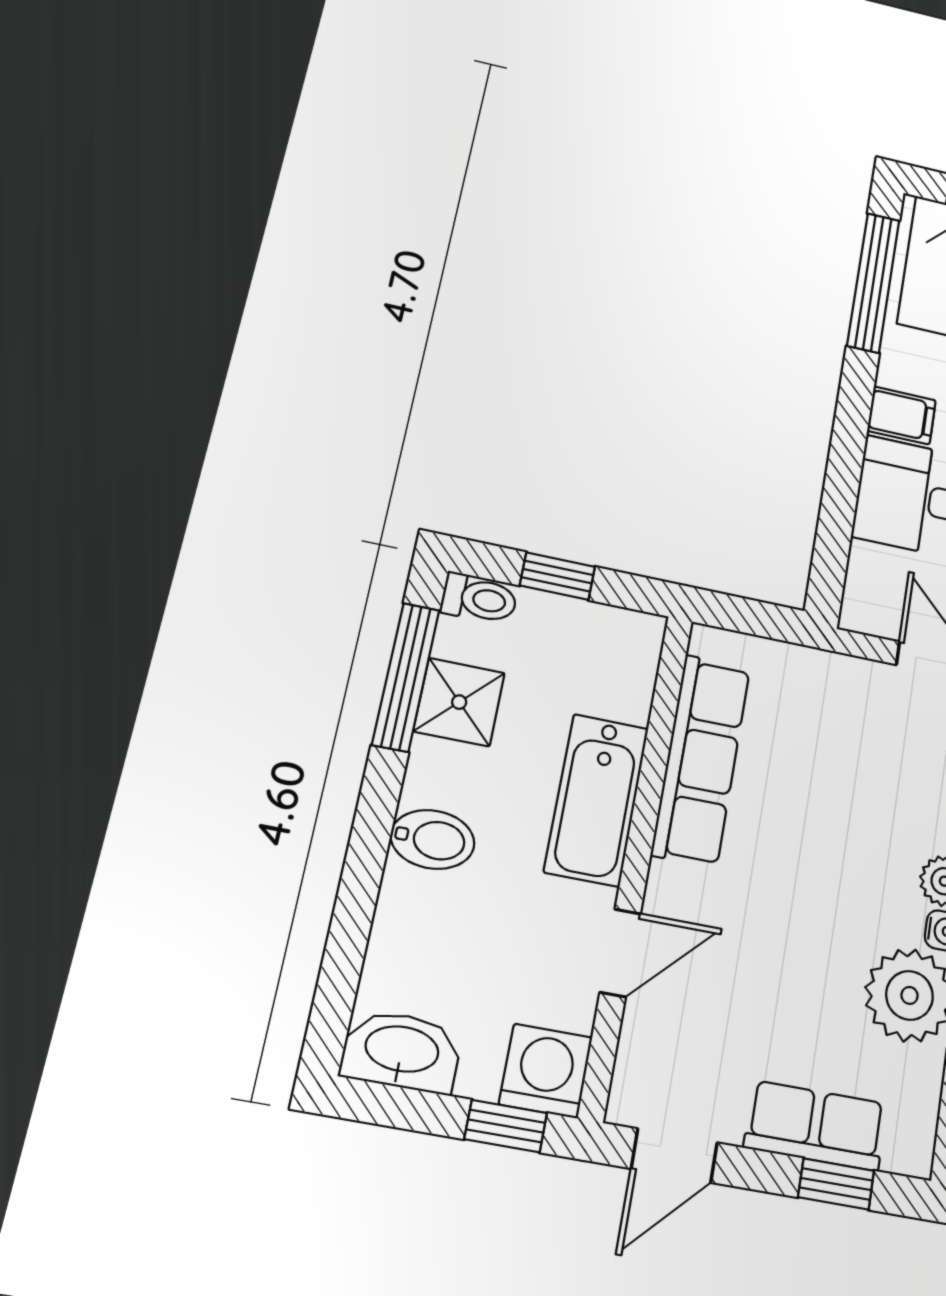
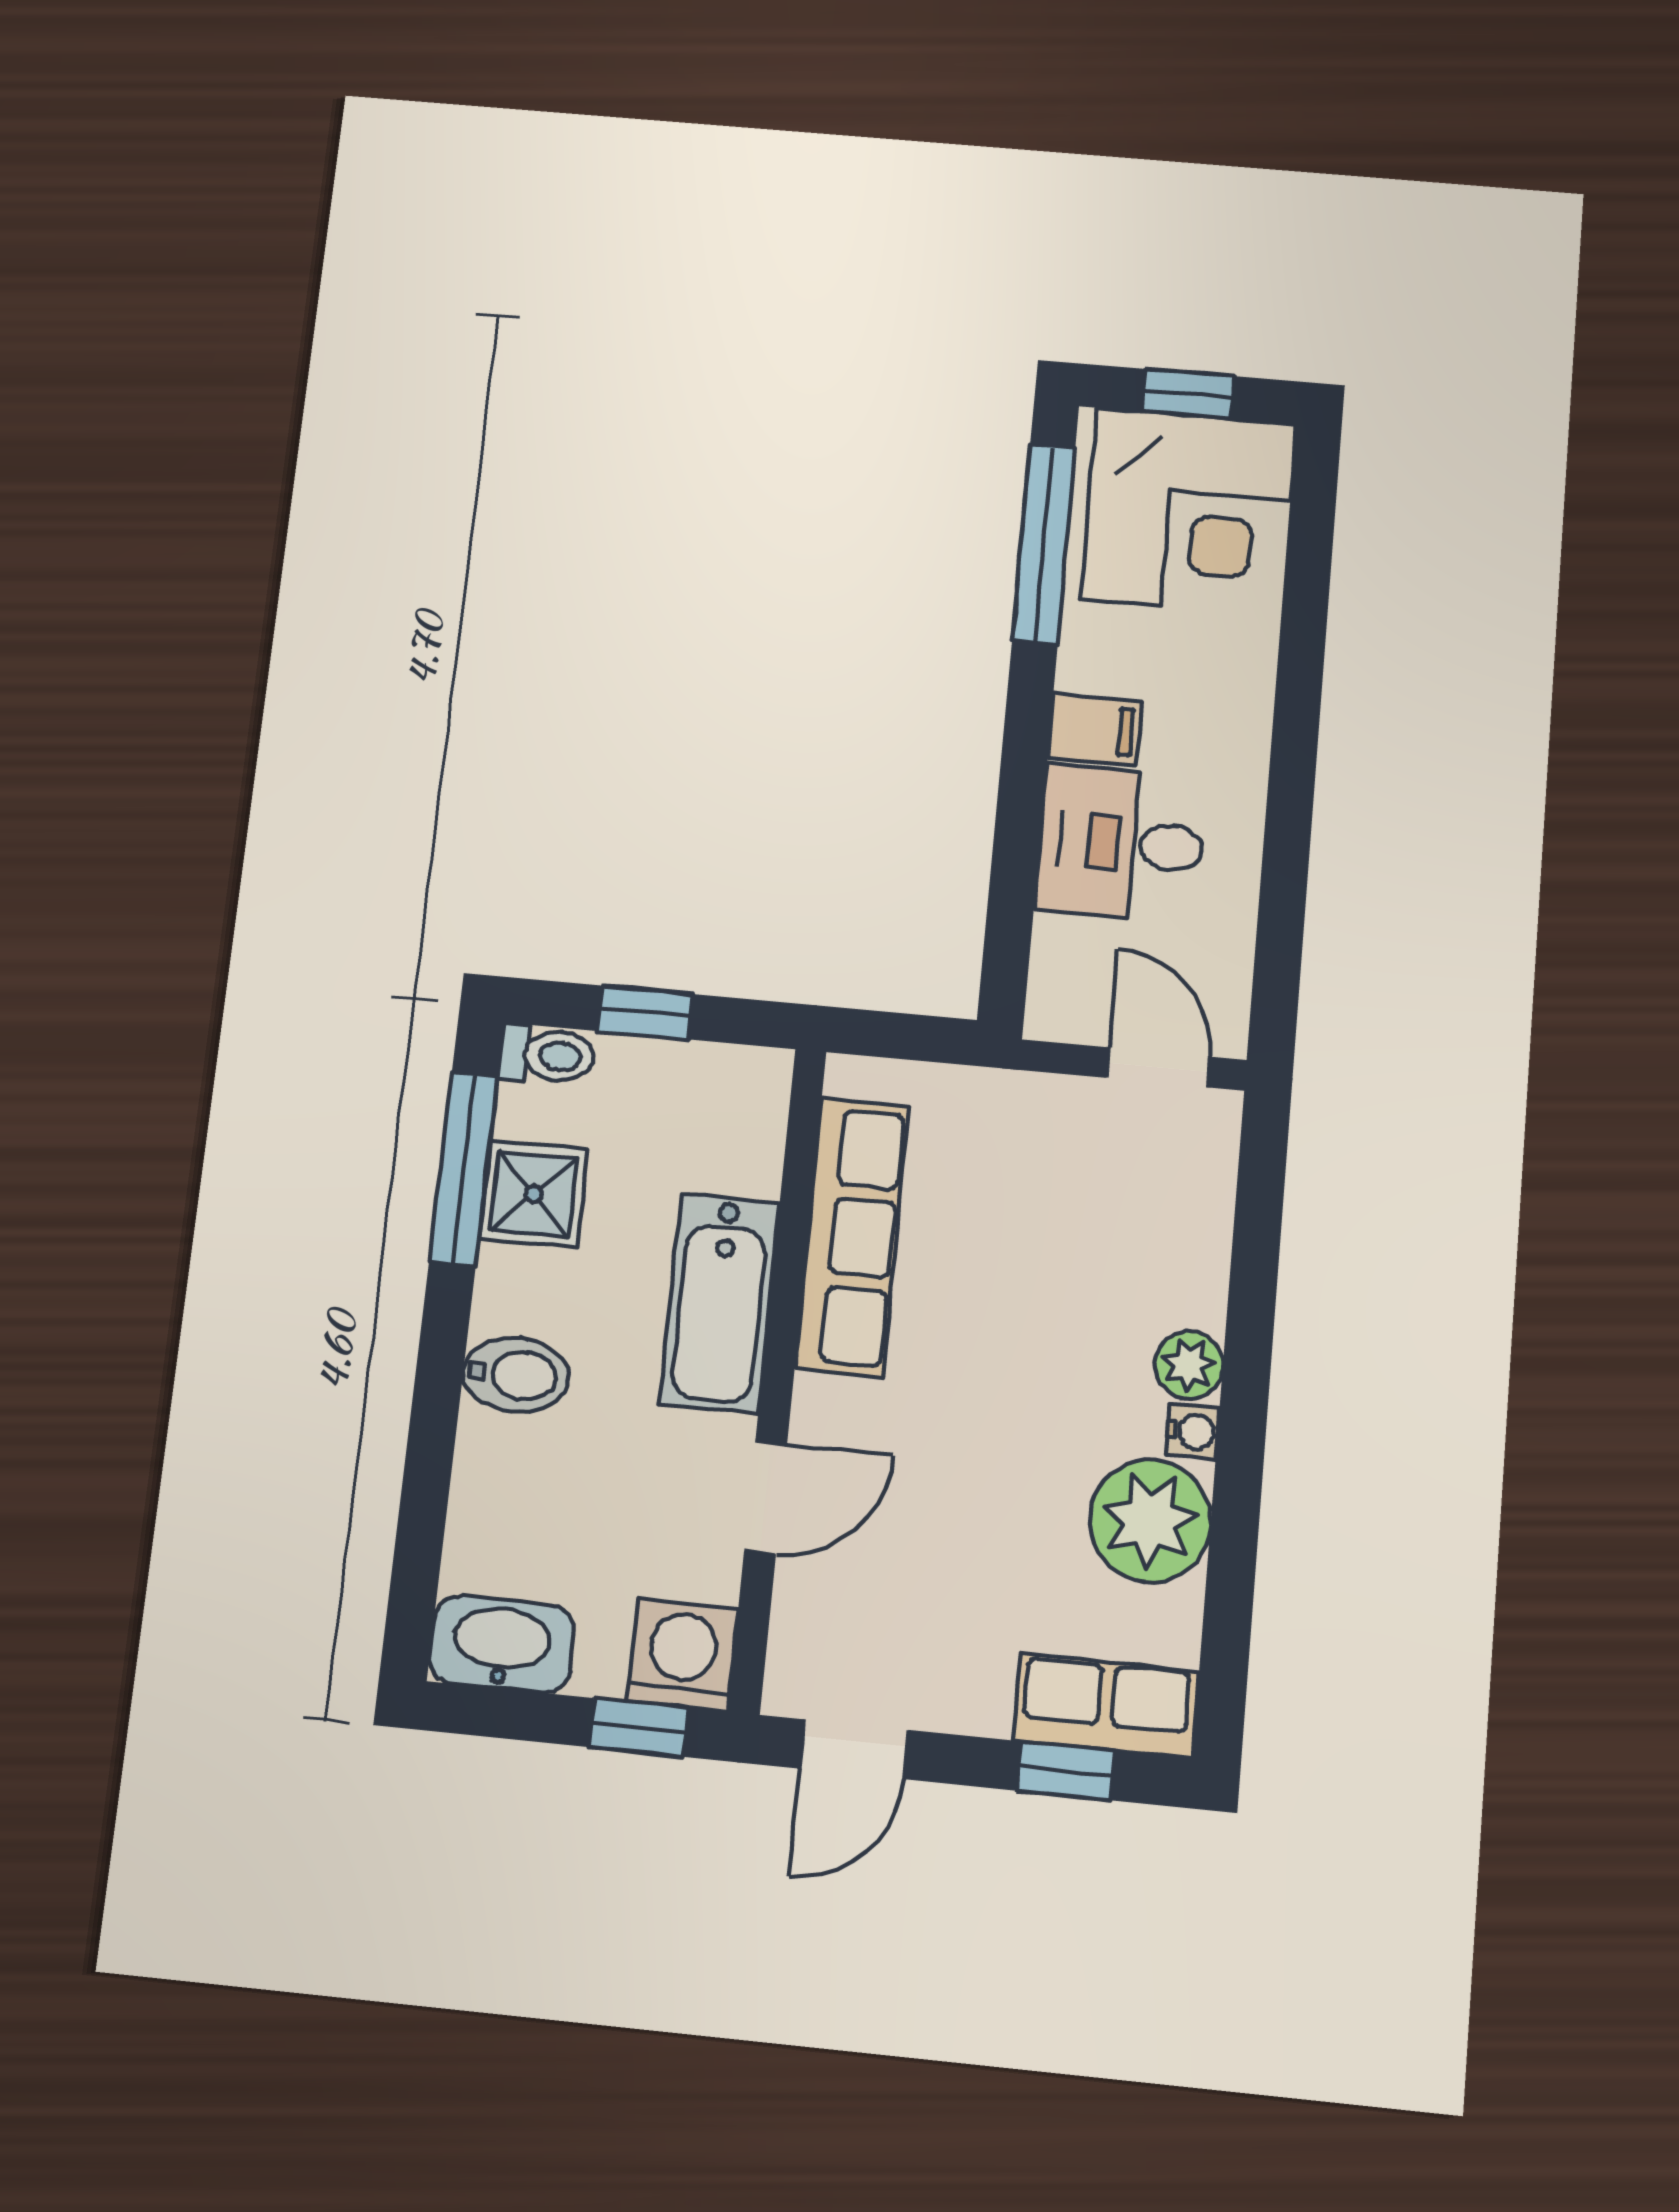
row of seats: (816, 1126) -> (1106, 1706), moved

